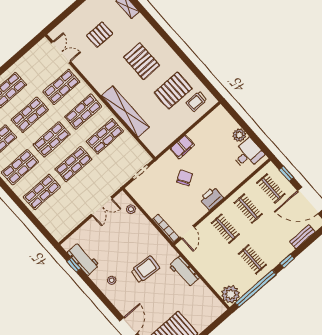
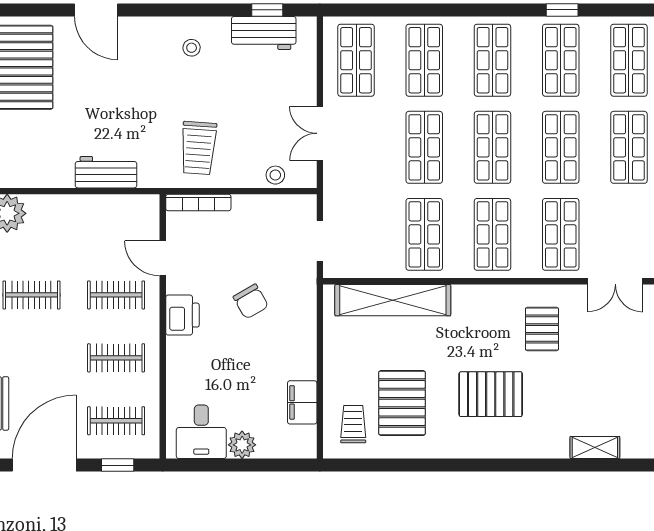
pallet: (100, 35) -> (542, 329), moved
shelving: (125, 112) -> (393, 300), moved
filing cabinet: (182, 147) -> (302, 402), moved
shop shelf: (64, 217) -> (356, 60), added
door: (187, 232) -> (163, 258), moved
trolley: (145, 269) -> (198, 148), moved

